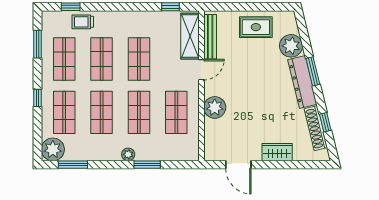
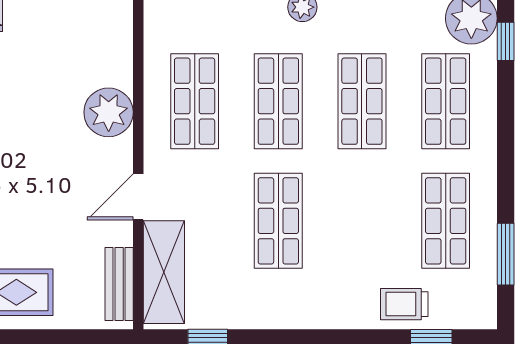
trolley: (83, 22) -> (404, 304), turned 180
bench: (210, 37) -> (119, 284), width x0.73
shop shelf: (102, 59) -> (362, 221), removed
window: (37, 98) -> (506, 41), moved

